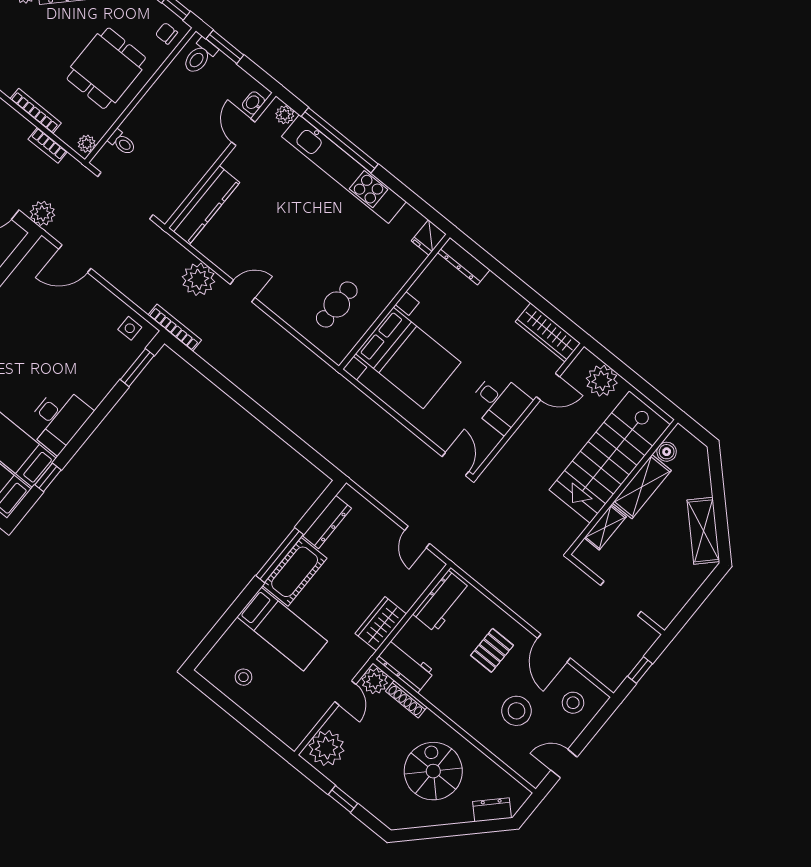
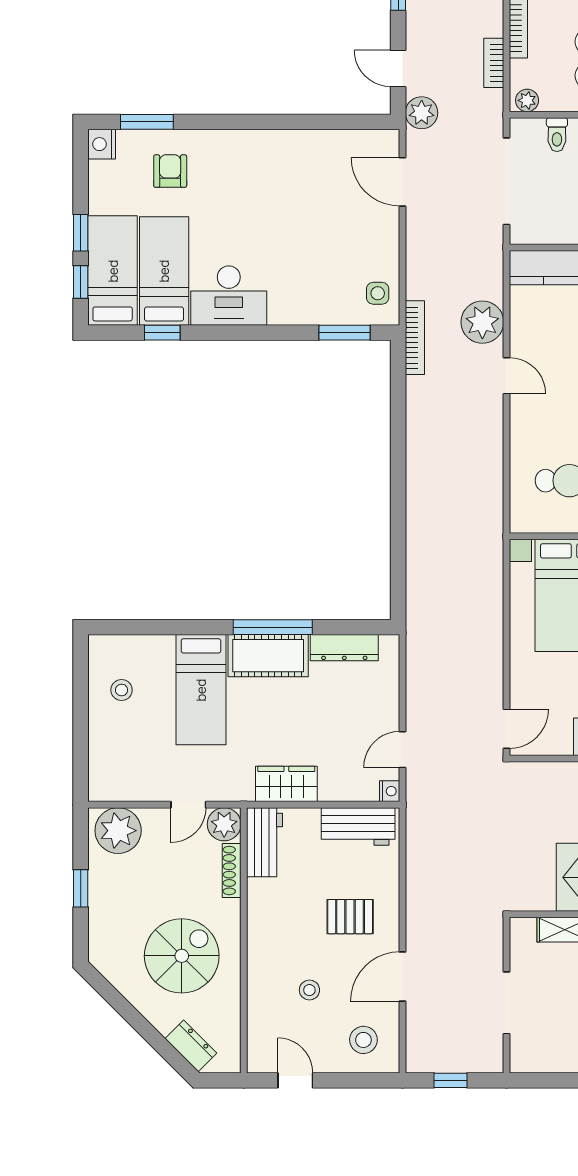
nightstand: (436, 565) -> (390, 791), added
stool: (516, 711) -> (309, 990), width x0.53, depth x0.53

